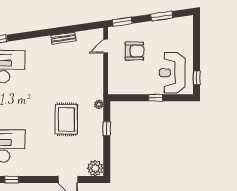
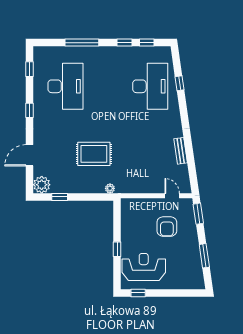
window: (107, 129) -> (60, 197), moved
window: (12, 180) -> (29, 110), moved

